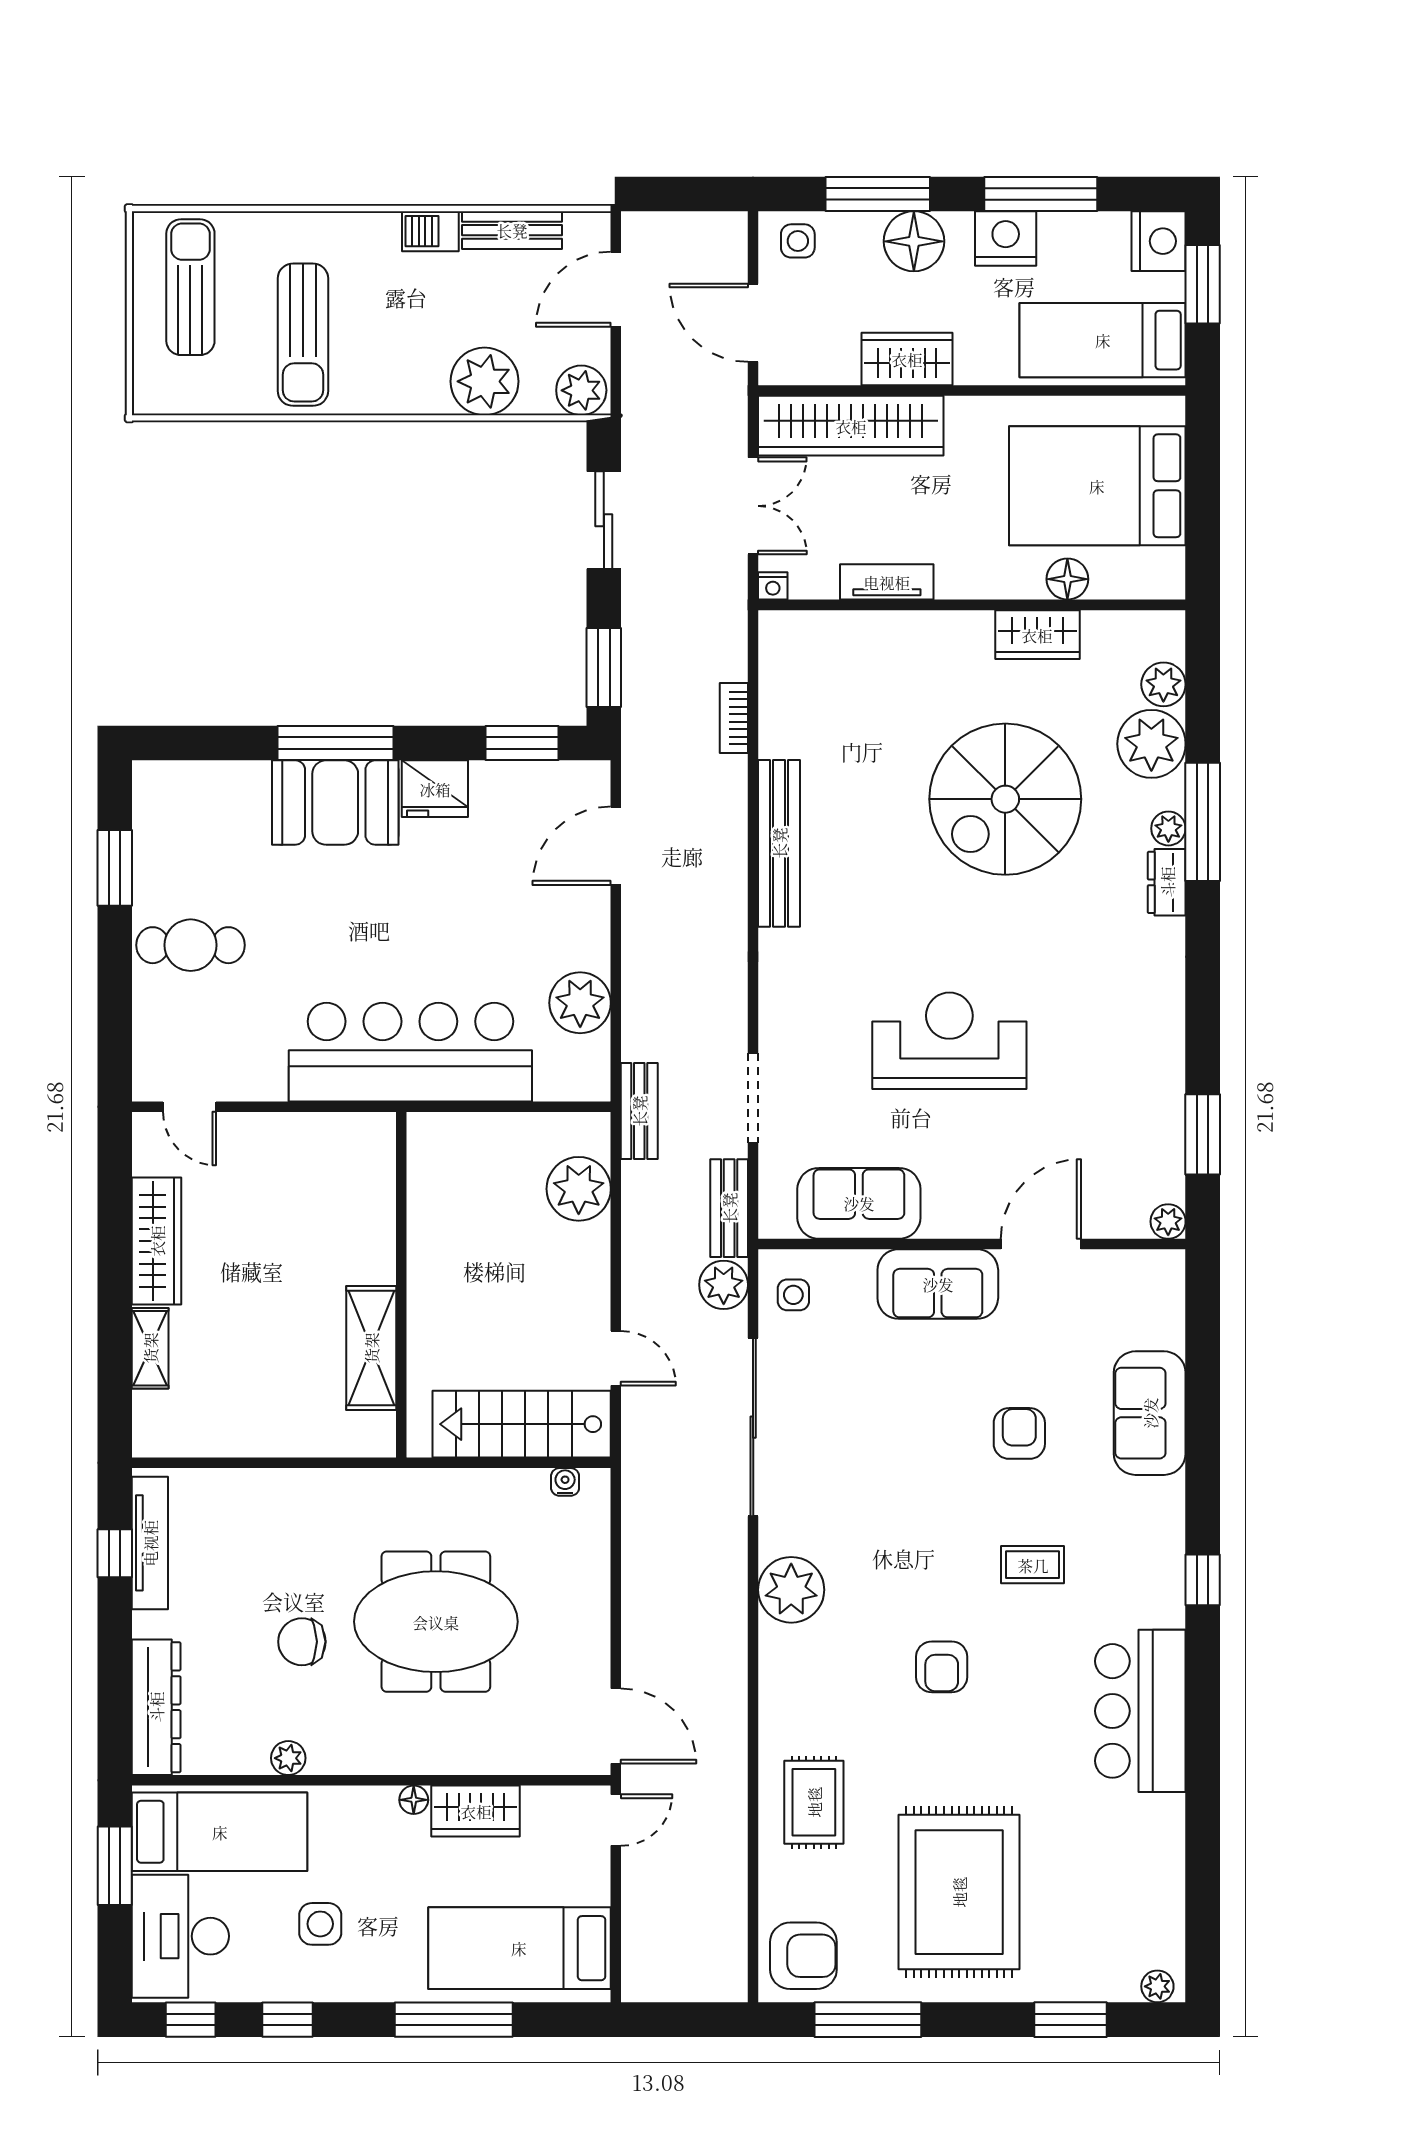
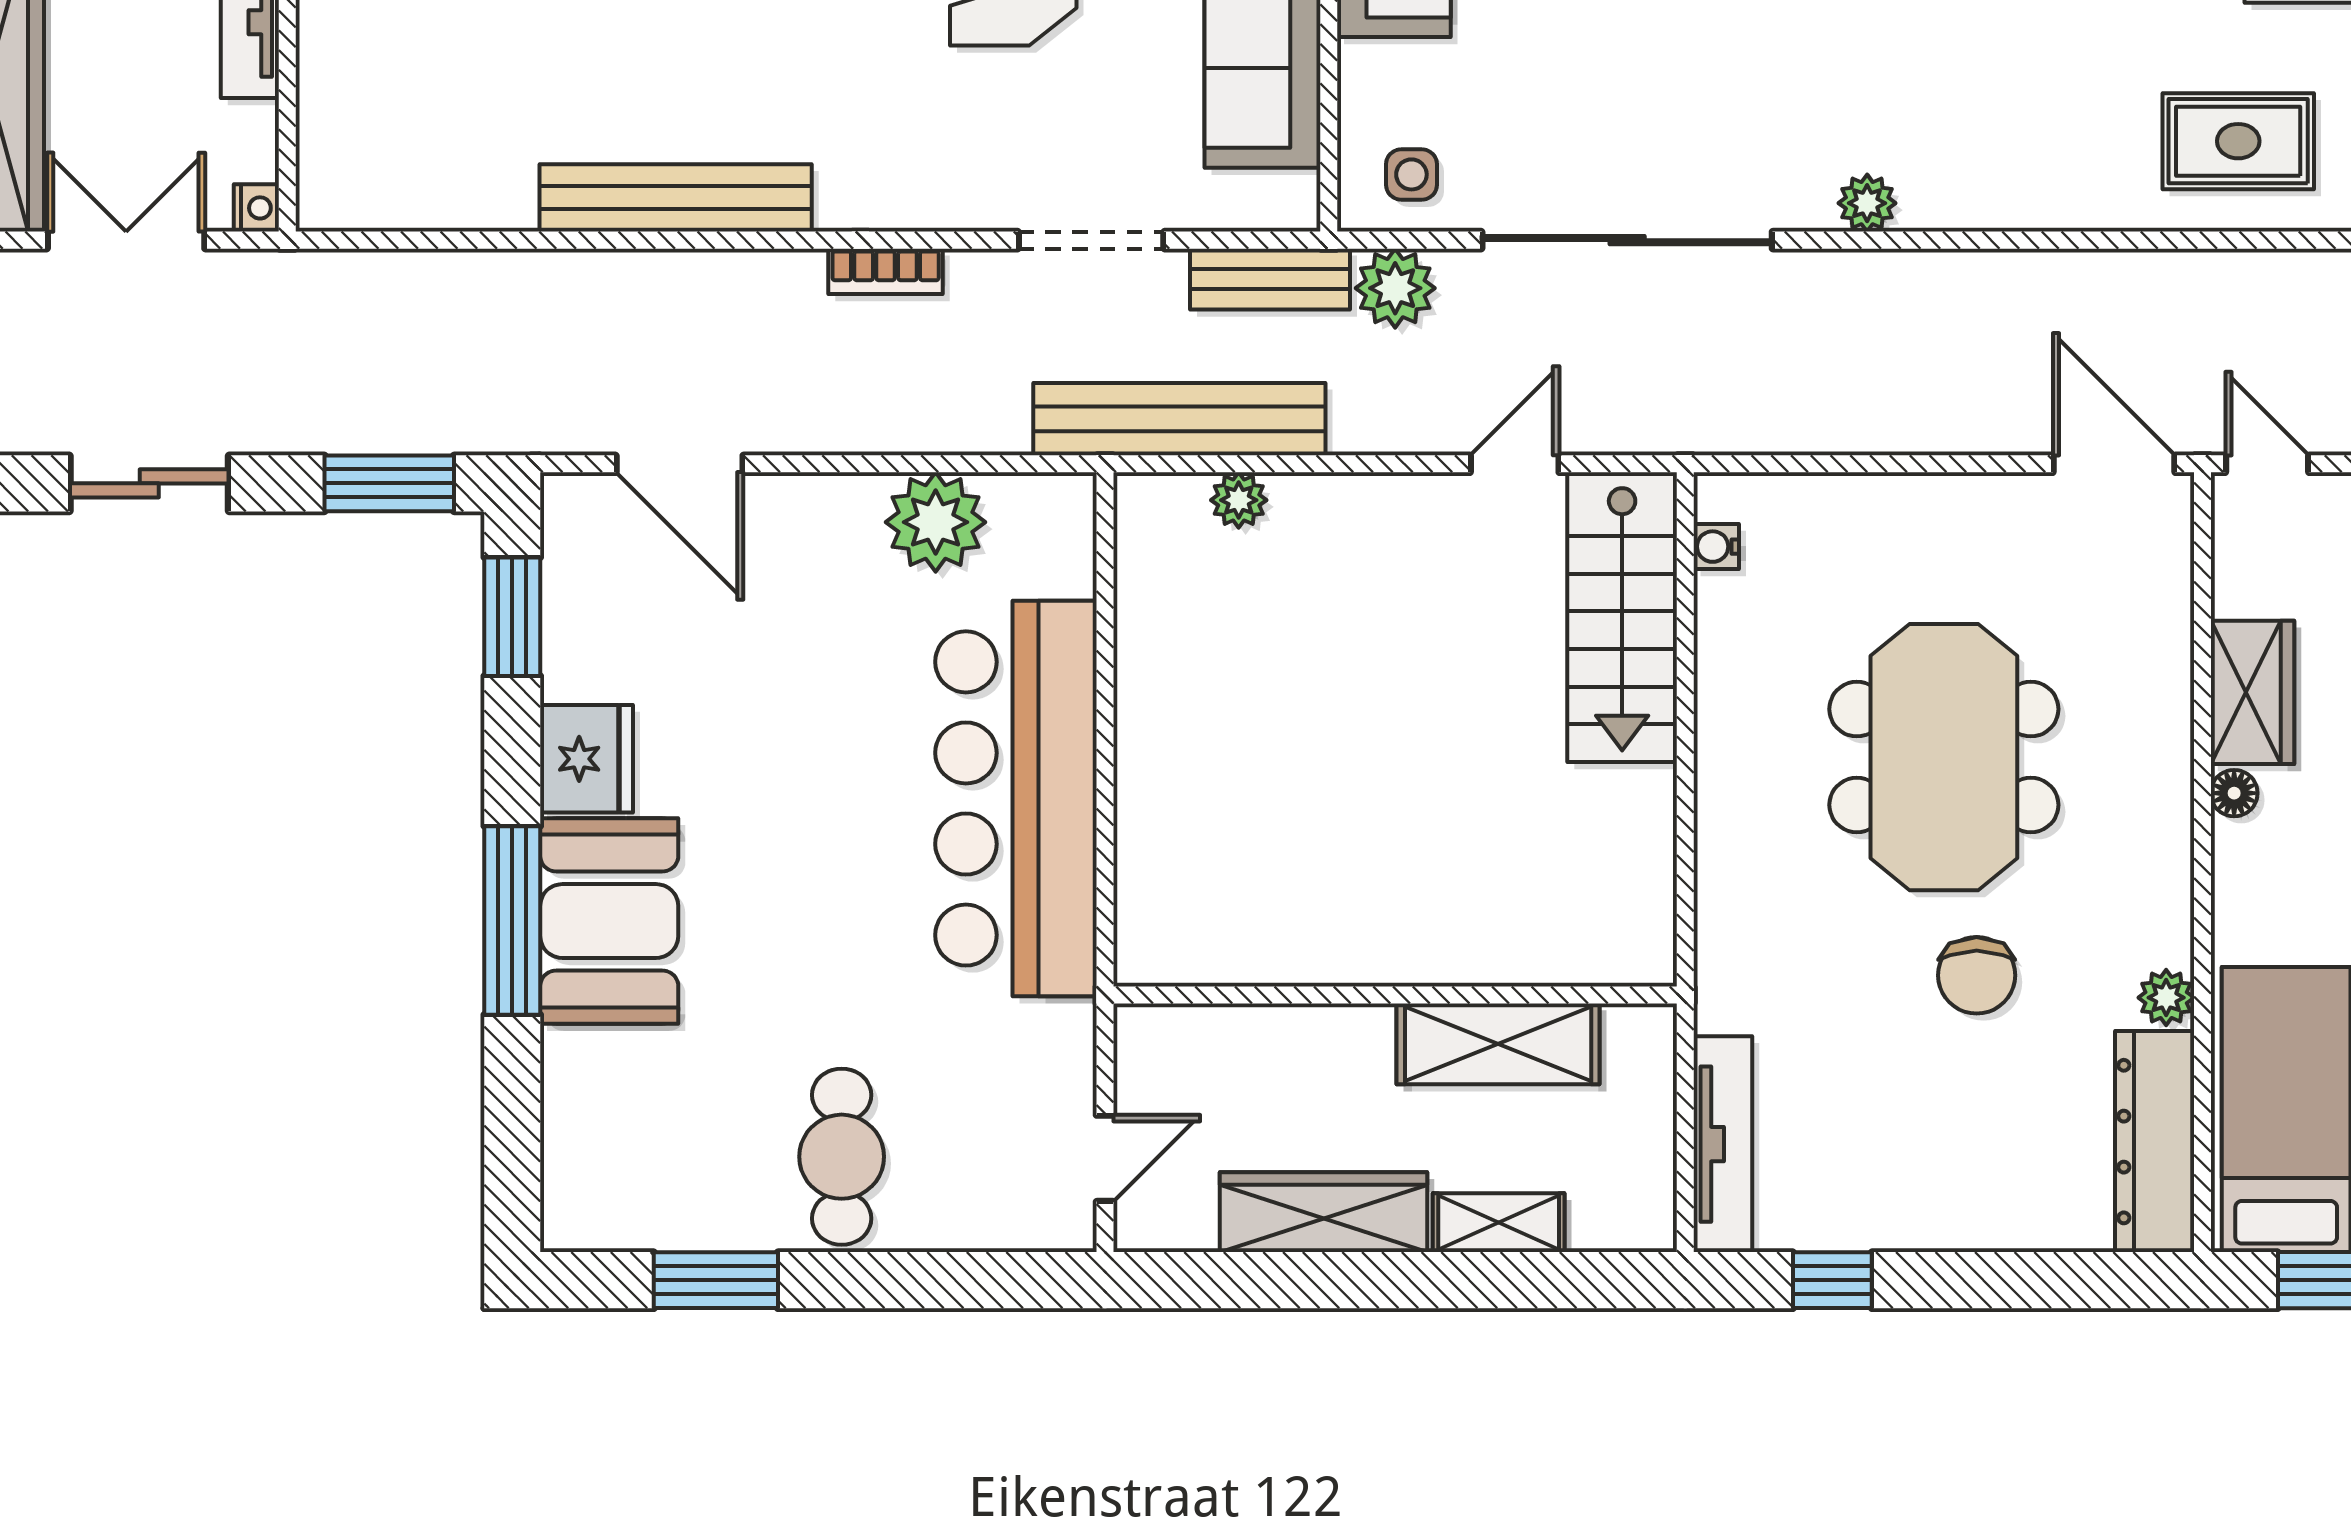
bookcase: (734, 718) -> (886, 271), moved
bench: (639, 1111) -> (1179, 419), width x1.86, depth x1.21
plant: (579, 1189) -> (1239, 500), width x0.53, depth x0.53
wall: (401, 1285) -> (1395, 995), moved
shelving: (371, 1348) -> (1498, 1044), moved
tv unit: (150, 1543) -> (1723, 1144), moved, turned 90
plant: (791, 1590) -> (1867, 203), width x0.53, depth x0.53
dresser: (156, 1707) -> (2155, 1142), moved, turned -90
door: (616, 1726) -> (2114, 464), hinge flipped

